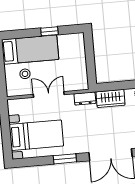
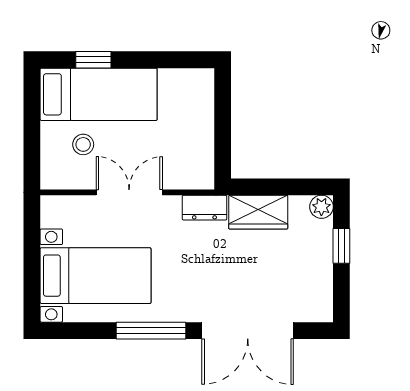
window: (49, 31) -> (93, 60), moved
window: (65, 159) -> (151, 331), width x1.44

